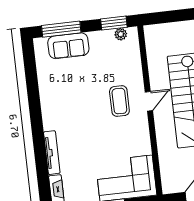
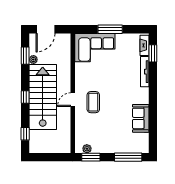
sofa: (68, 46) -> (141, 118), moved, turned -90
window: (43, 180) -> (153, 53), added

